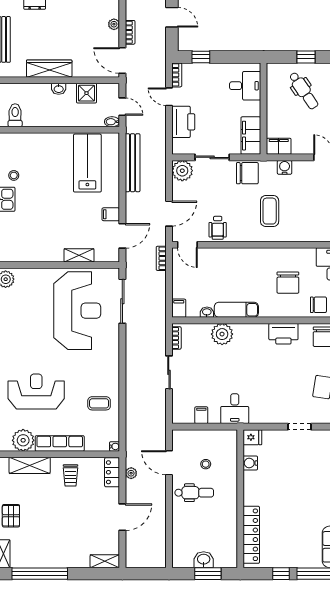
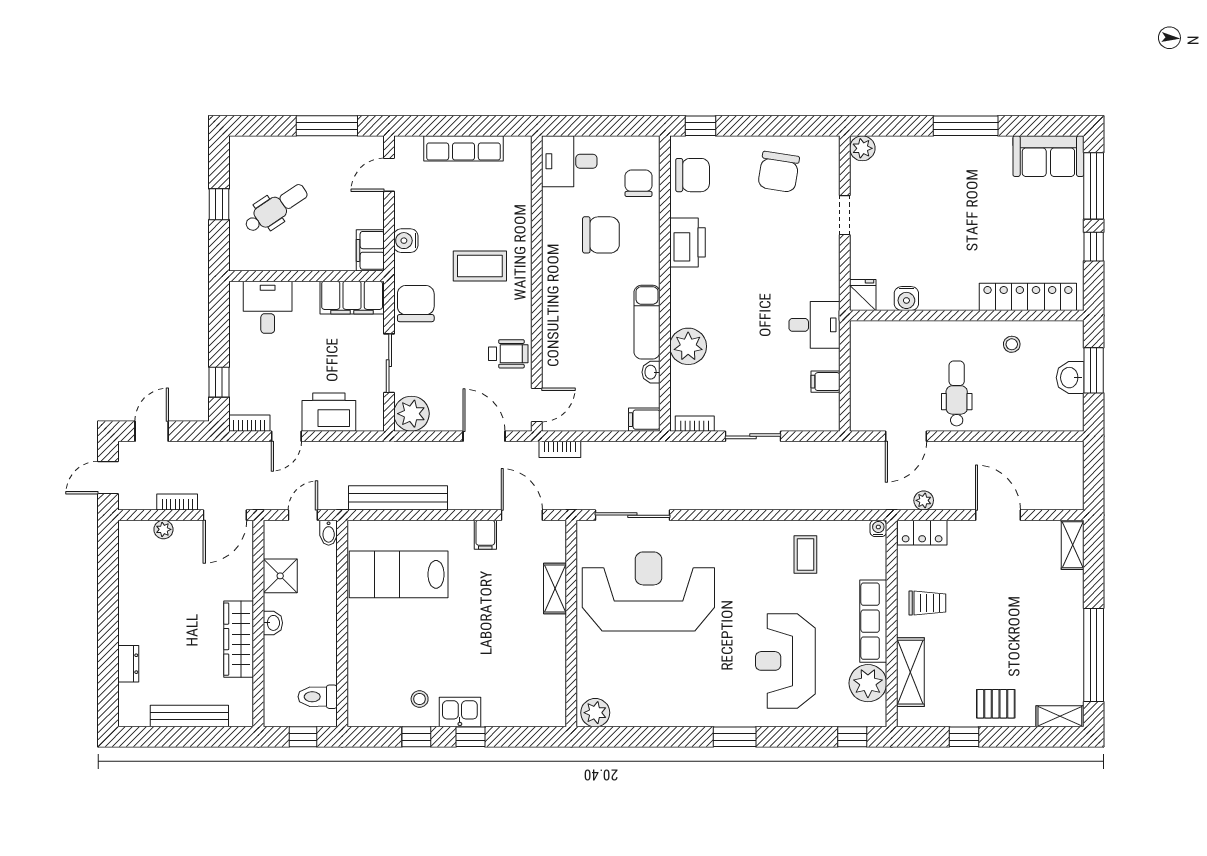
stool: (206, 464) -> (1012, 344), moved

